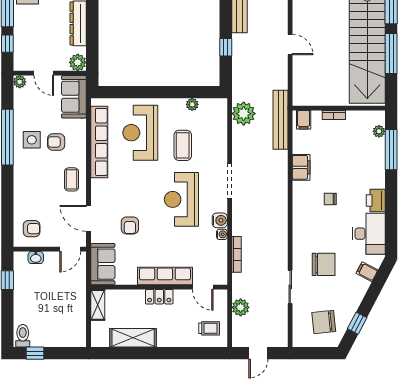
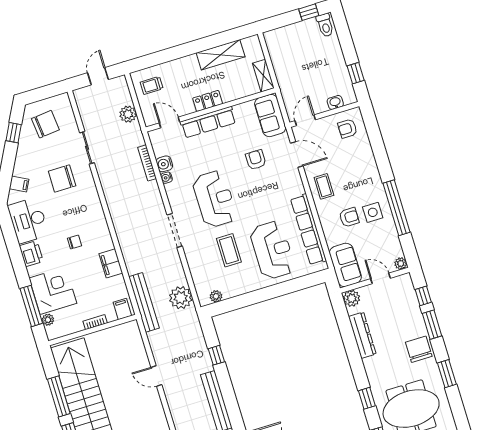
plant: (192, 104) -> (216, 296), moved
corner desk: (366, 158) -> (53, 291), added
water cooler: (220, 220) -> (164, 164), moved

